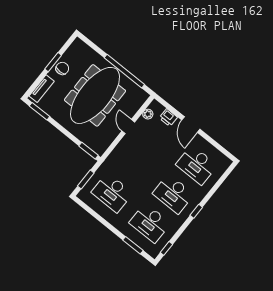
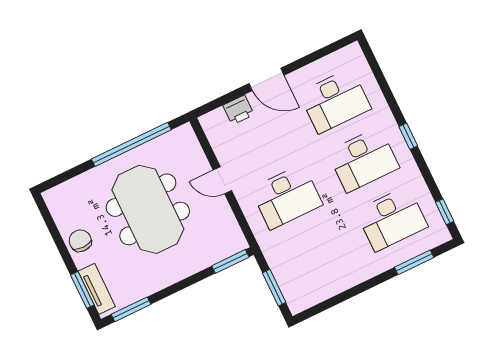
window: (53, 62) -> (82, 290), moved
meeting table: (95, 95) -> (148, 209), width x0.73
plant: (148, 114) -> (217, 140), removed
desk: (112, 193) -> (287, 197), moved

